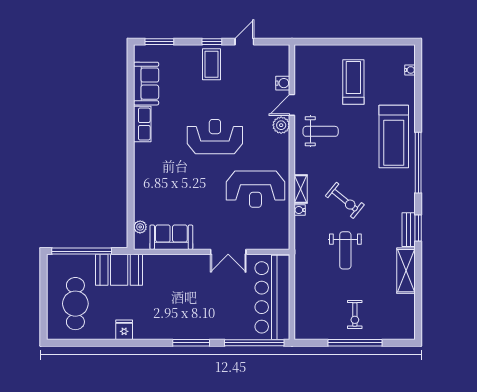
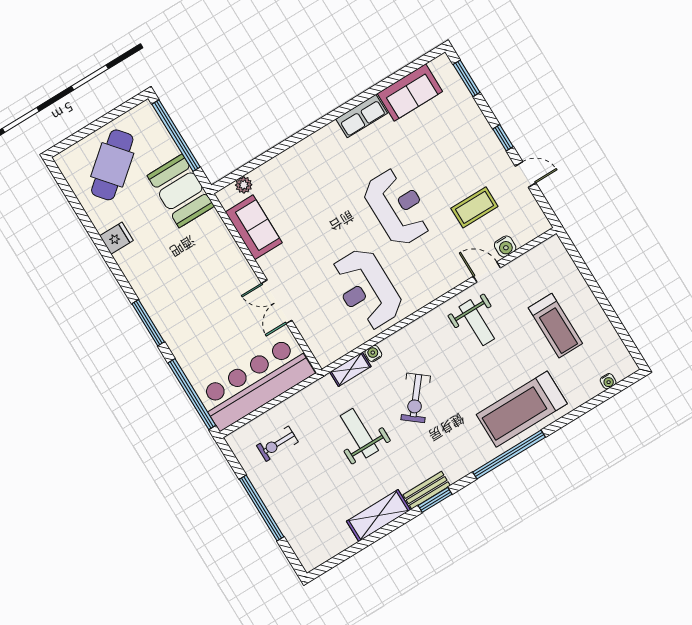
coffee table: (212, 64) -> (474, 207), moved
treadmill: (353, 82) -> (555, 326), turned 90
plant: (281, 125) -> (456, 274), removed
shelving: (301, 189) -> (350, 369), moved
weight bench: (345, 250) -> (359, 433), turned 90
cafe table: (75, 304) -> (112, 165), turned -40
exercise bike: (355, 314) -> (277, 444), moved

